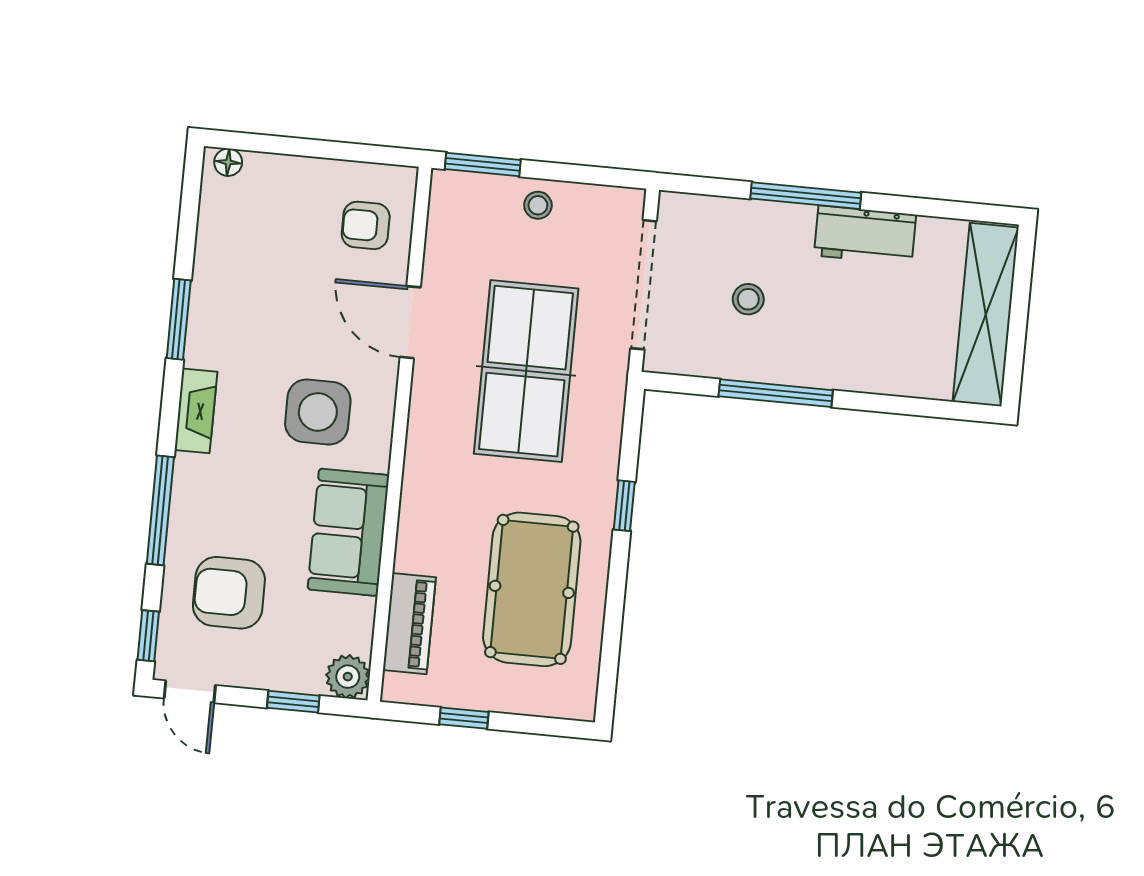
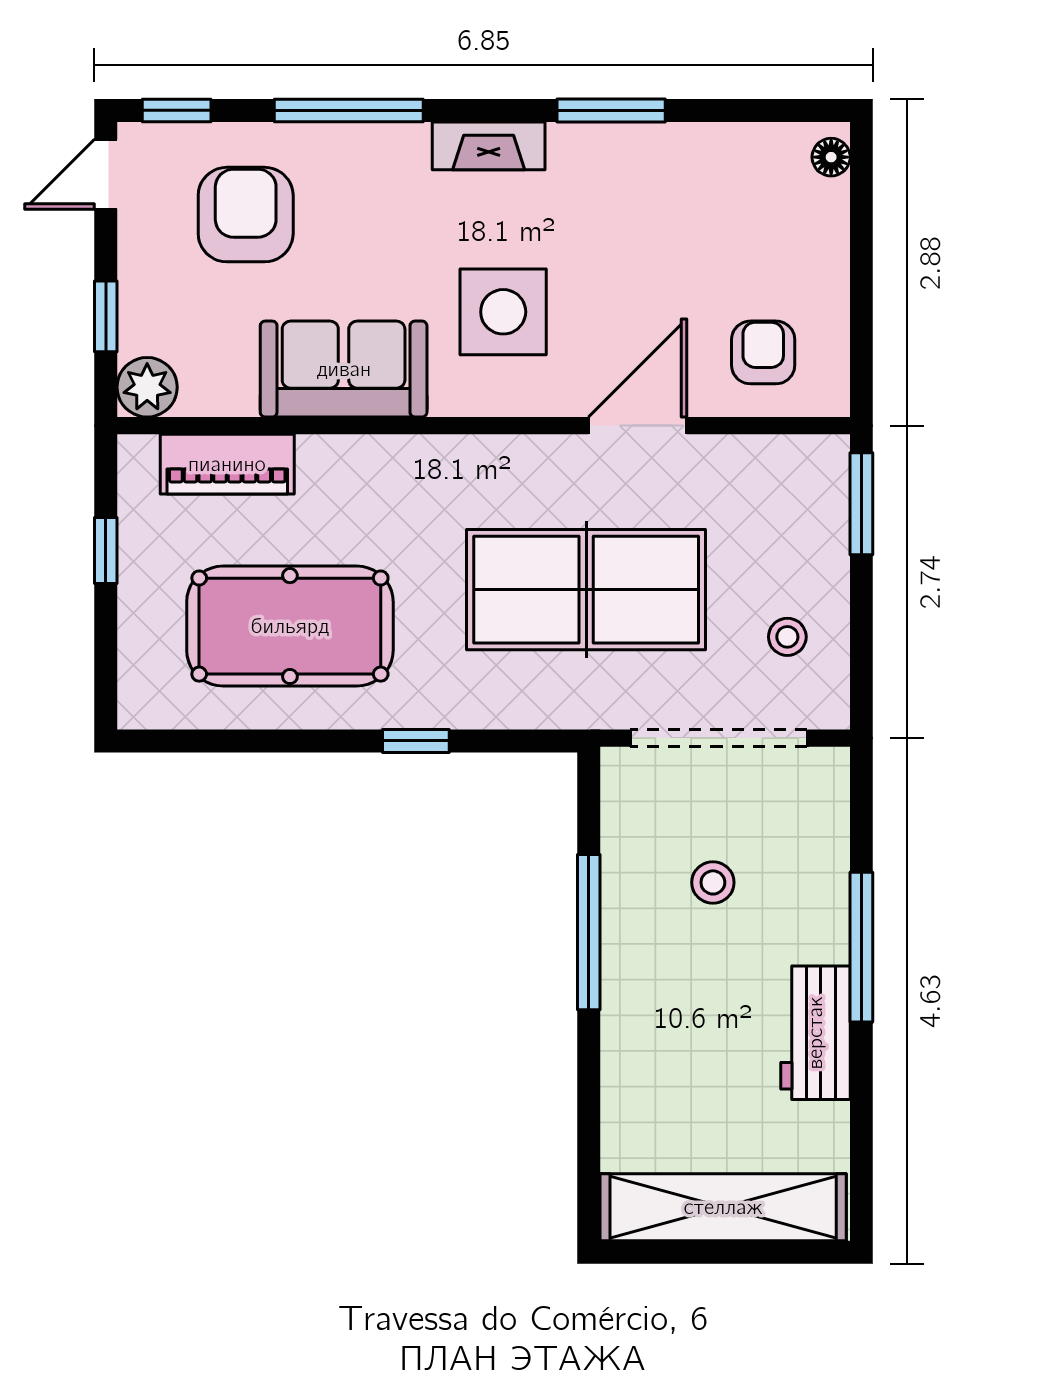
stool: (538, 205) -> (787, 637), moved

